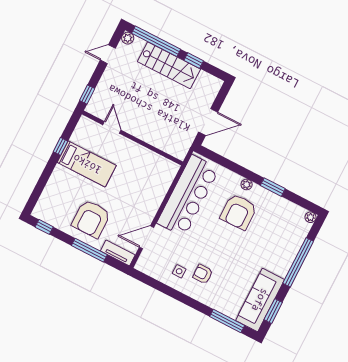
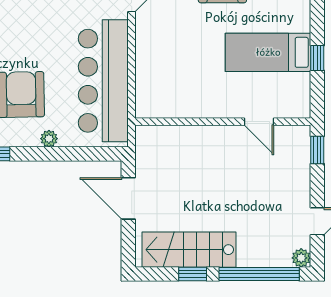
stairs: (169, 65) -> (189, 250), moved
door: (208, 122) -> (128, 198), hinge flipped
plant: (247, 185) -> (49, 139), moved

